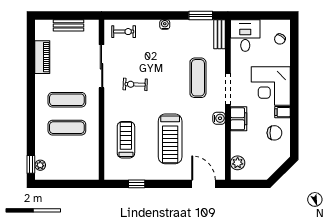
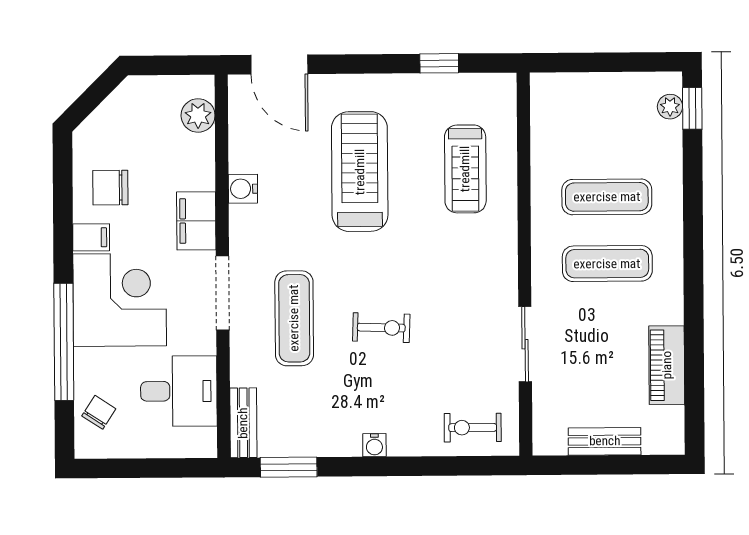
desk: (245, 36) -> (179, 391), moved, turned -90
sliding door: (102, 66) -> (525, 344), width x0.73
window: (294, 69) -> (64, 342), added
exercise bike: (135, 84) -> (381, 328), moved
water cooler: (219, 118) -> (243, 189), moved

